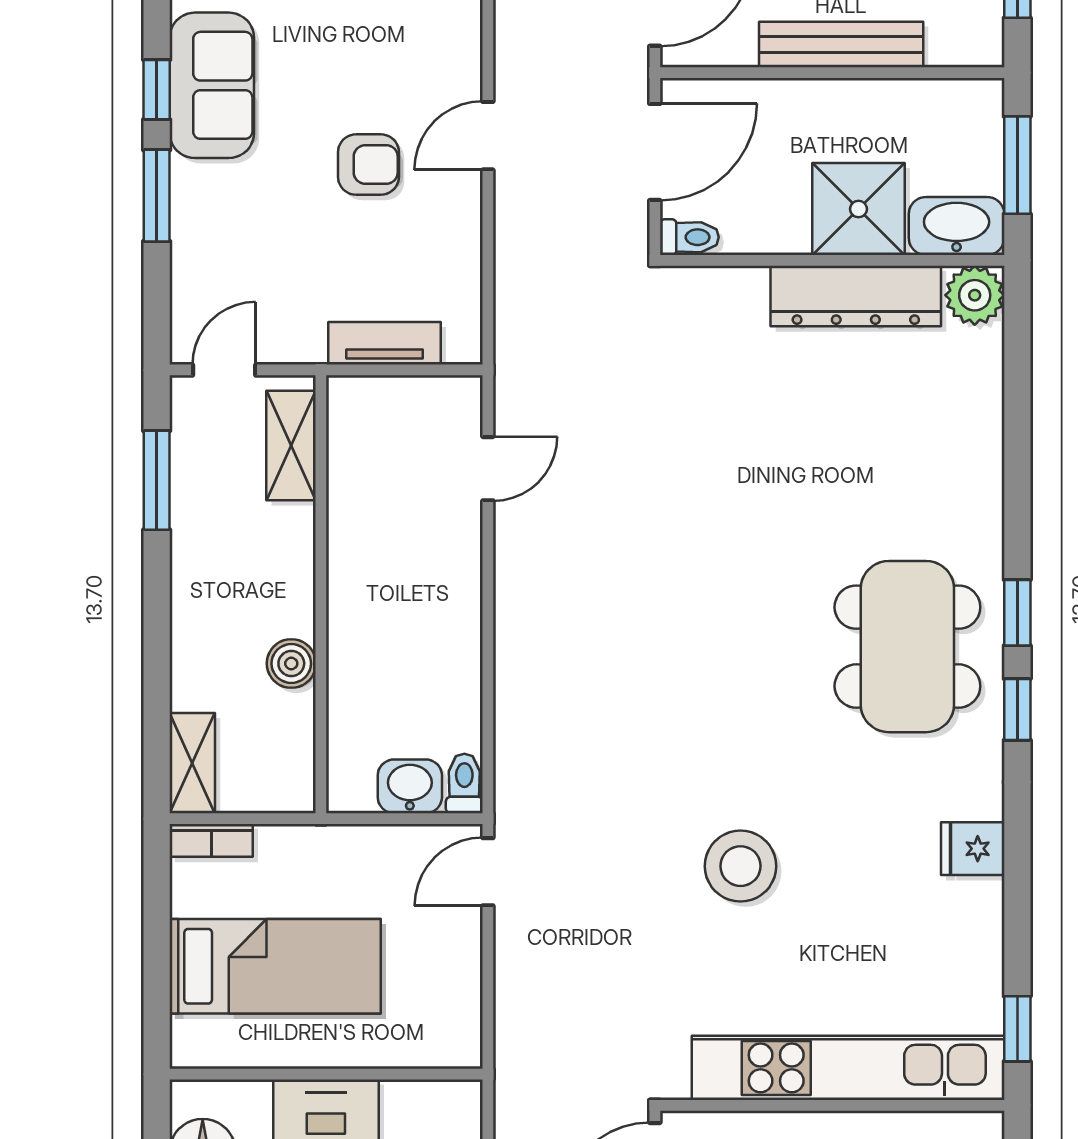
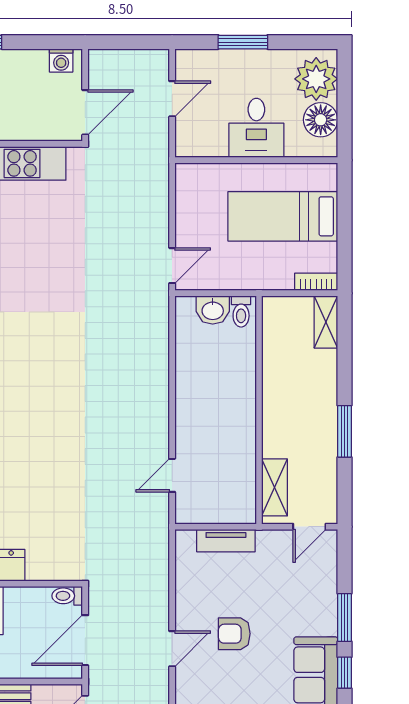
window: (157, 480) -> (345, 431), moved
boiler: (291, 663) -> (274, 374), removed
toilet: (464, 783) -> (241, 311), moved
stool: (740, 866) -> (41, 268), removed

